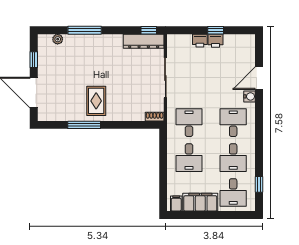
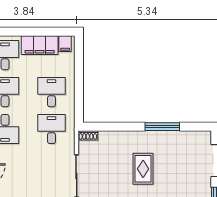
rug: (96, 101) -> (143, 169), moved
desk: (189, 123) -> (52, 129), turned 180

